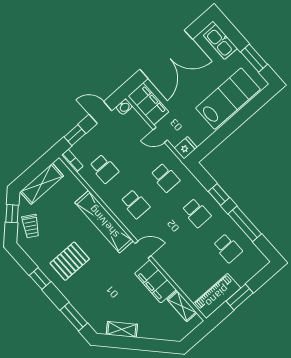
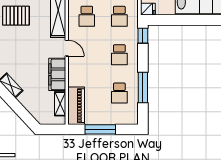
window: (219, 195) -> (143, 36), moved
piano: (217, 296) -> (76, 106), moved, turned 90
window: (240, 297) -> (100, 129), width x1.44

